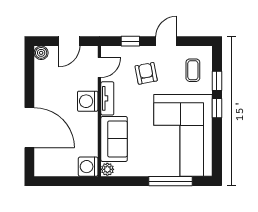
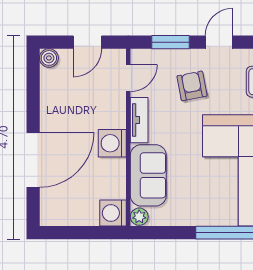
window: (130, 41) -> (171, 42), width x1.50
washing machine: (88, 101) -> (112, 143), moved
door: (29, 128) -> (33, 160), hinge flipped

